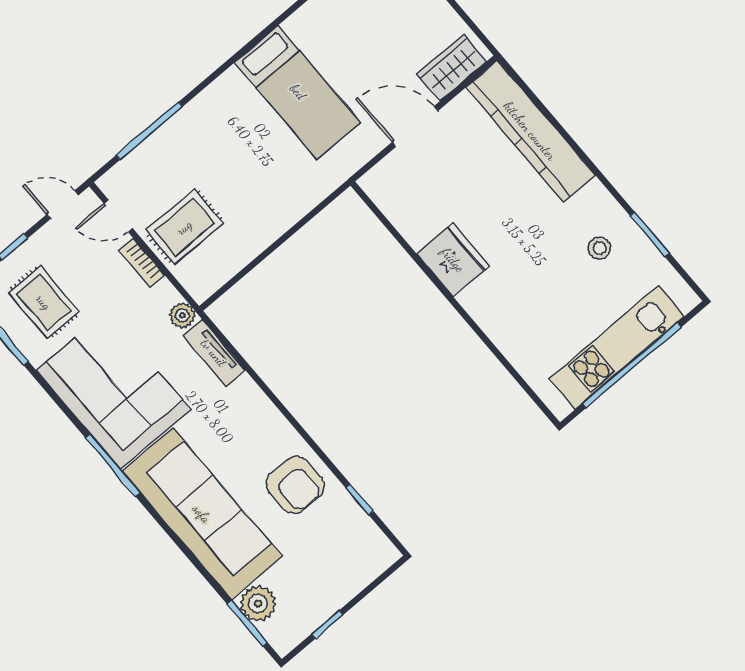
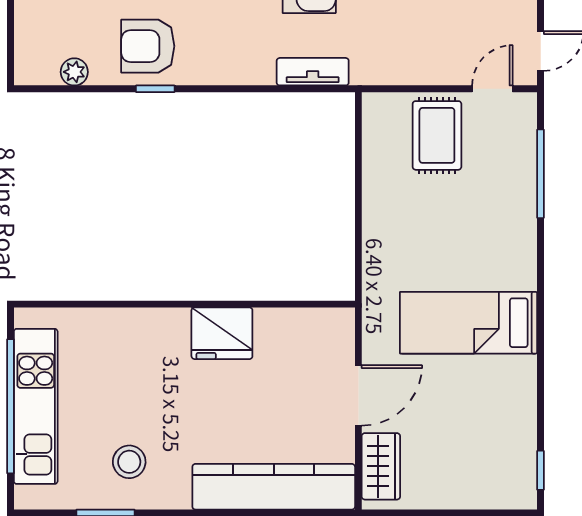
stool: (600, 248) -> (129, 462), width x1.37, depth x1.37
bookcase: (142, 263) -> (438, 75), removed
plant: (182, 315) -> (74, 72), moved
window: (360, 500) -> (155, 89), moved

